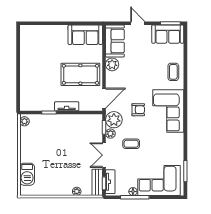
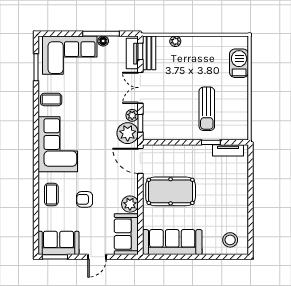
door: (138, 23) -> (97, 257), hinge flipped
sofa: (85, 35) -> (172, 242), width x1.36
stool: (34, 36) -> (230, 240), added
door: (104, 98) -> (140, 161), hinge flipped
tv unit: (67, 106) -> (228, 150), moved
armchair: (138, 110) -> (85, 199), moved
plant: (24, 121) -> (242, 131), removed
sun lounger: (52, 139) -> (207, 109), added
coffee table: (131, 144) -> (51, 100), moved
double door: (104, 155) -> (140, 88), swing flipped

